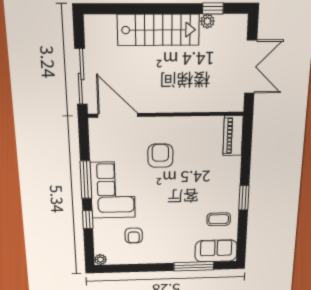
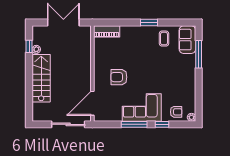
armchair: (134, 236) -> (176, 112), moved

